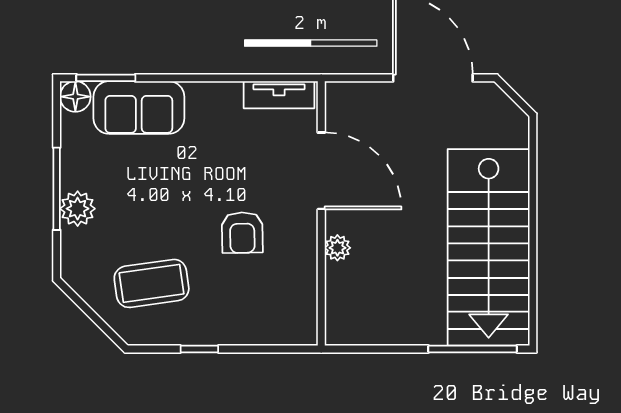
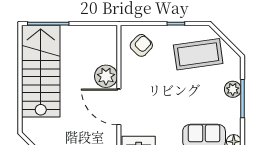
armchair: (242, 233) -> (141, 45), moved, turned 45
plant: (337, 248) -> (106, 76), width x1.88, depth x1.88
coffee table: (152, 283) -> (198, 54), width x1.36, depth x1.32

